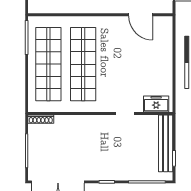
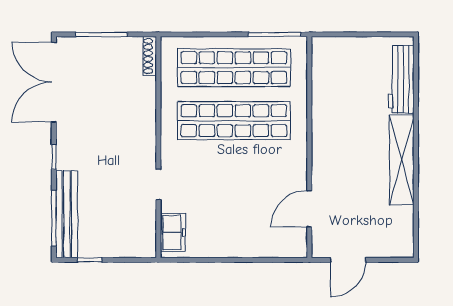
bench: (166, 143) -> (67, 214), moved, turned 90

